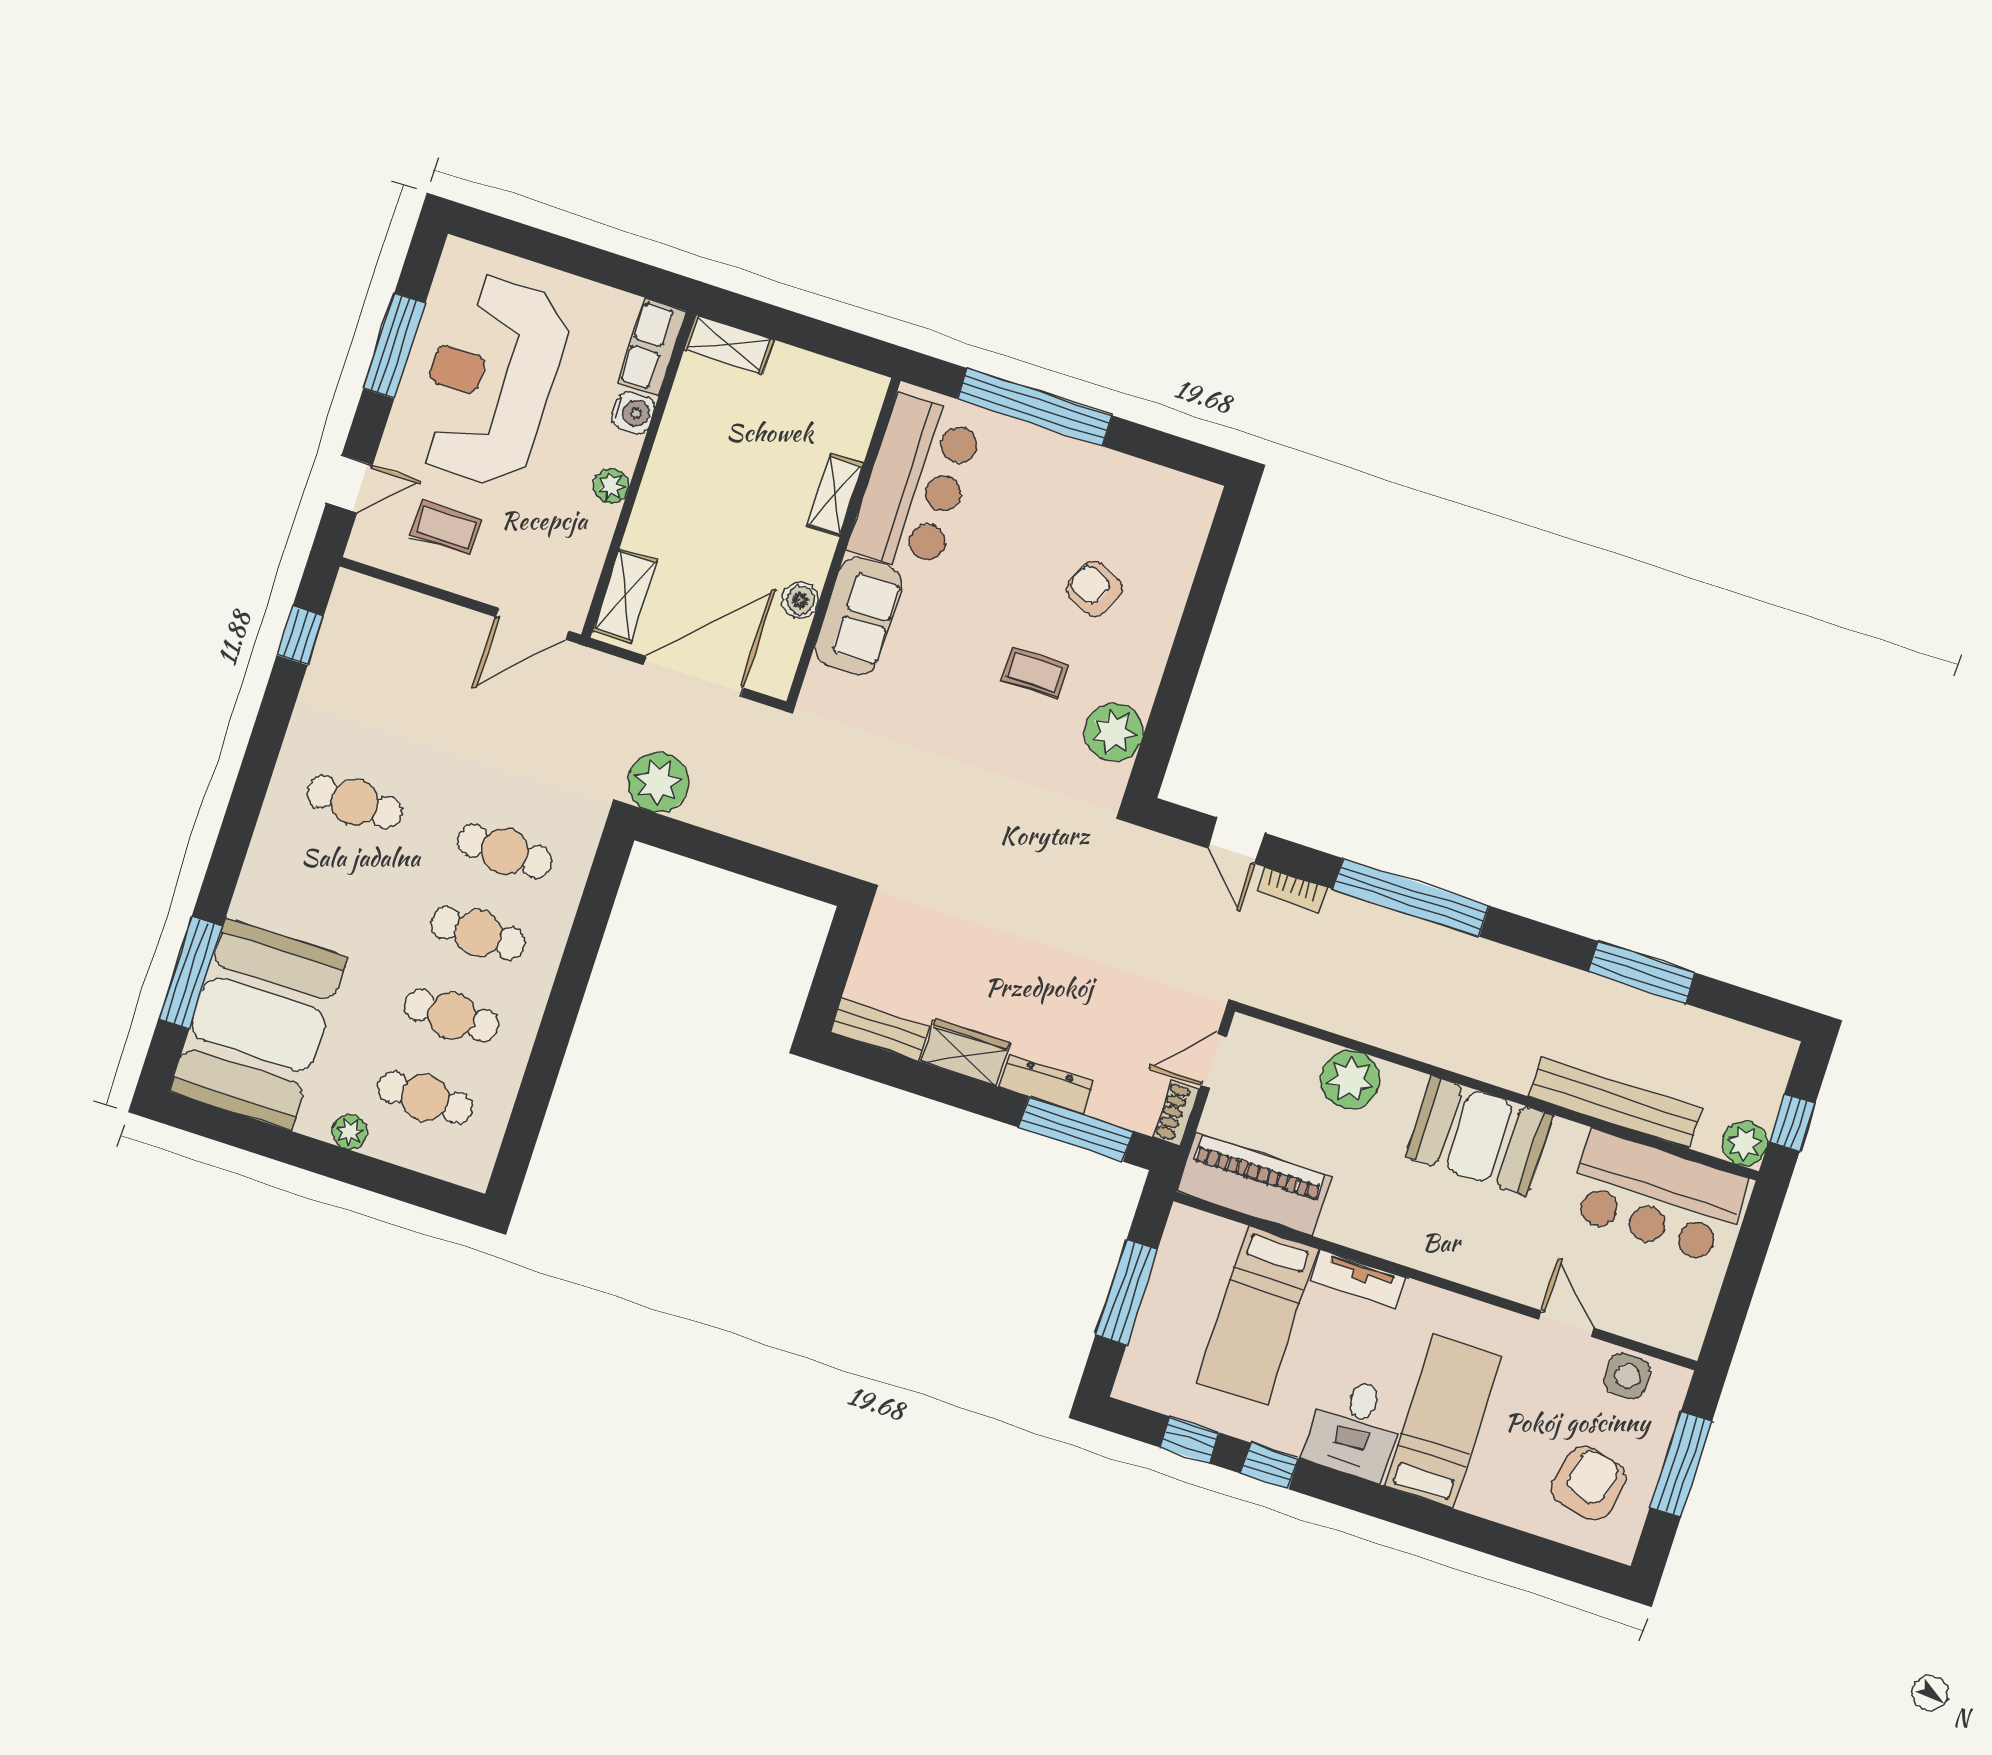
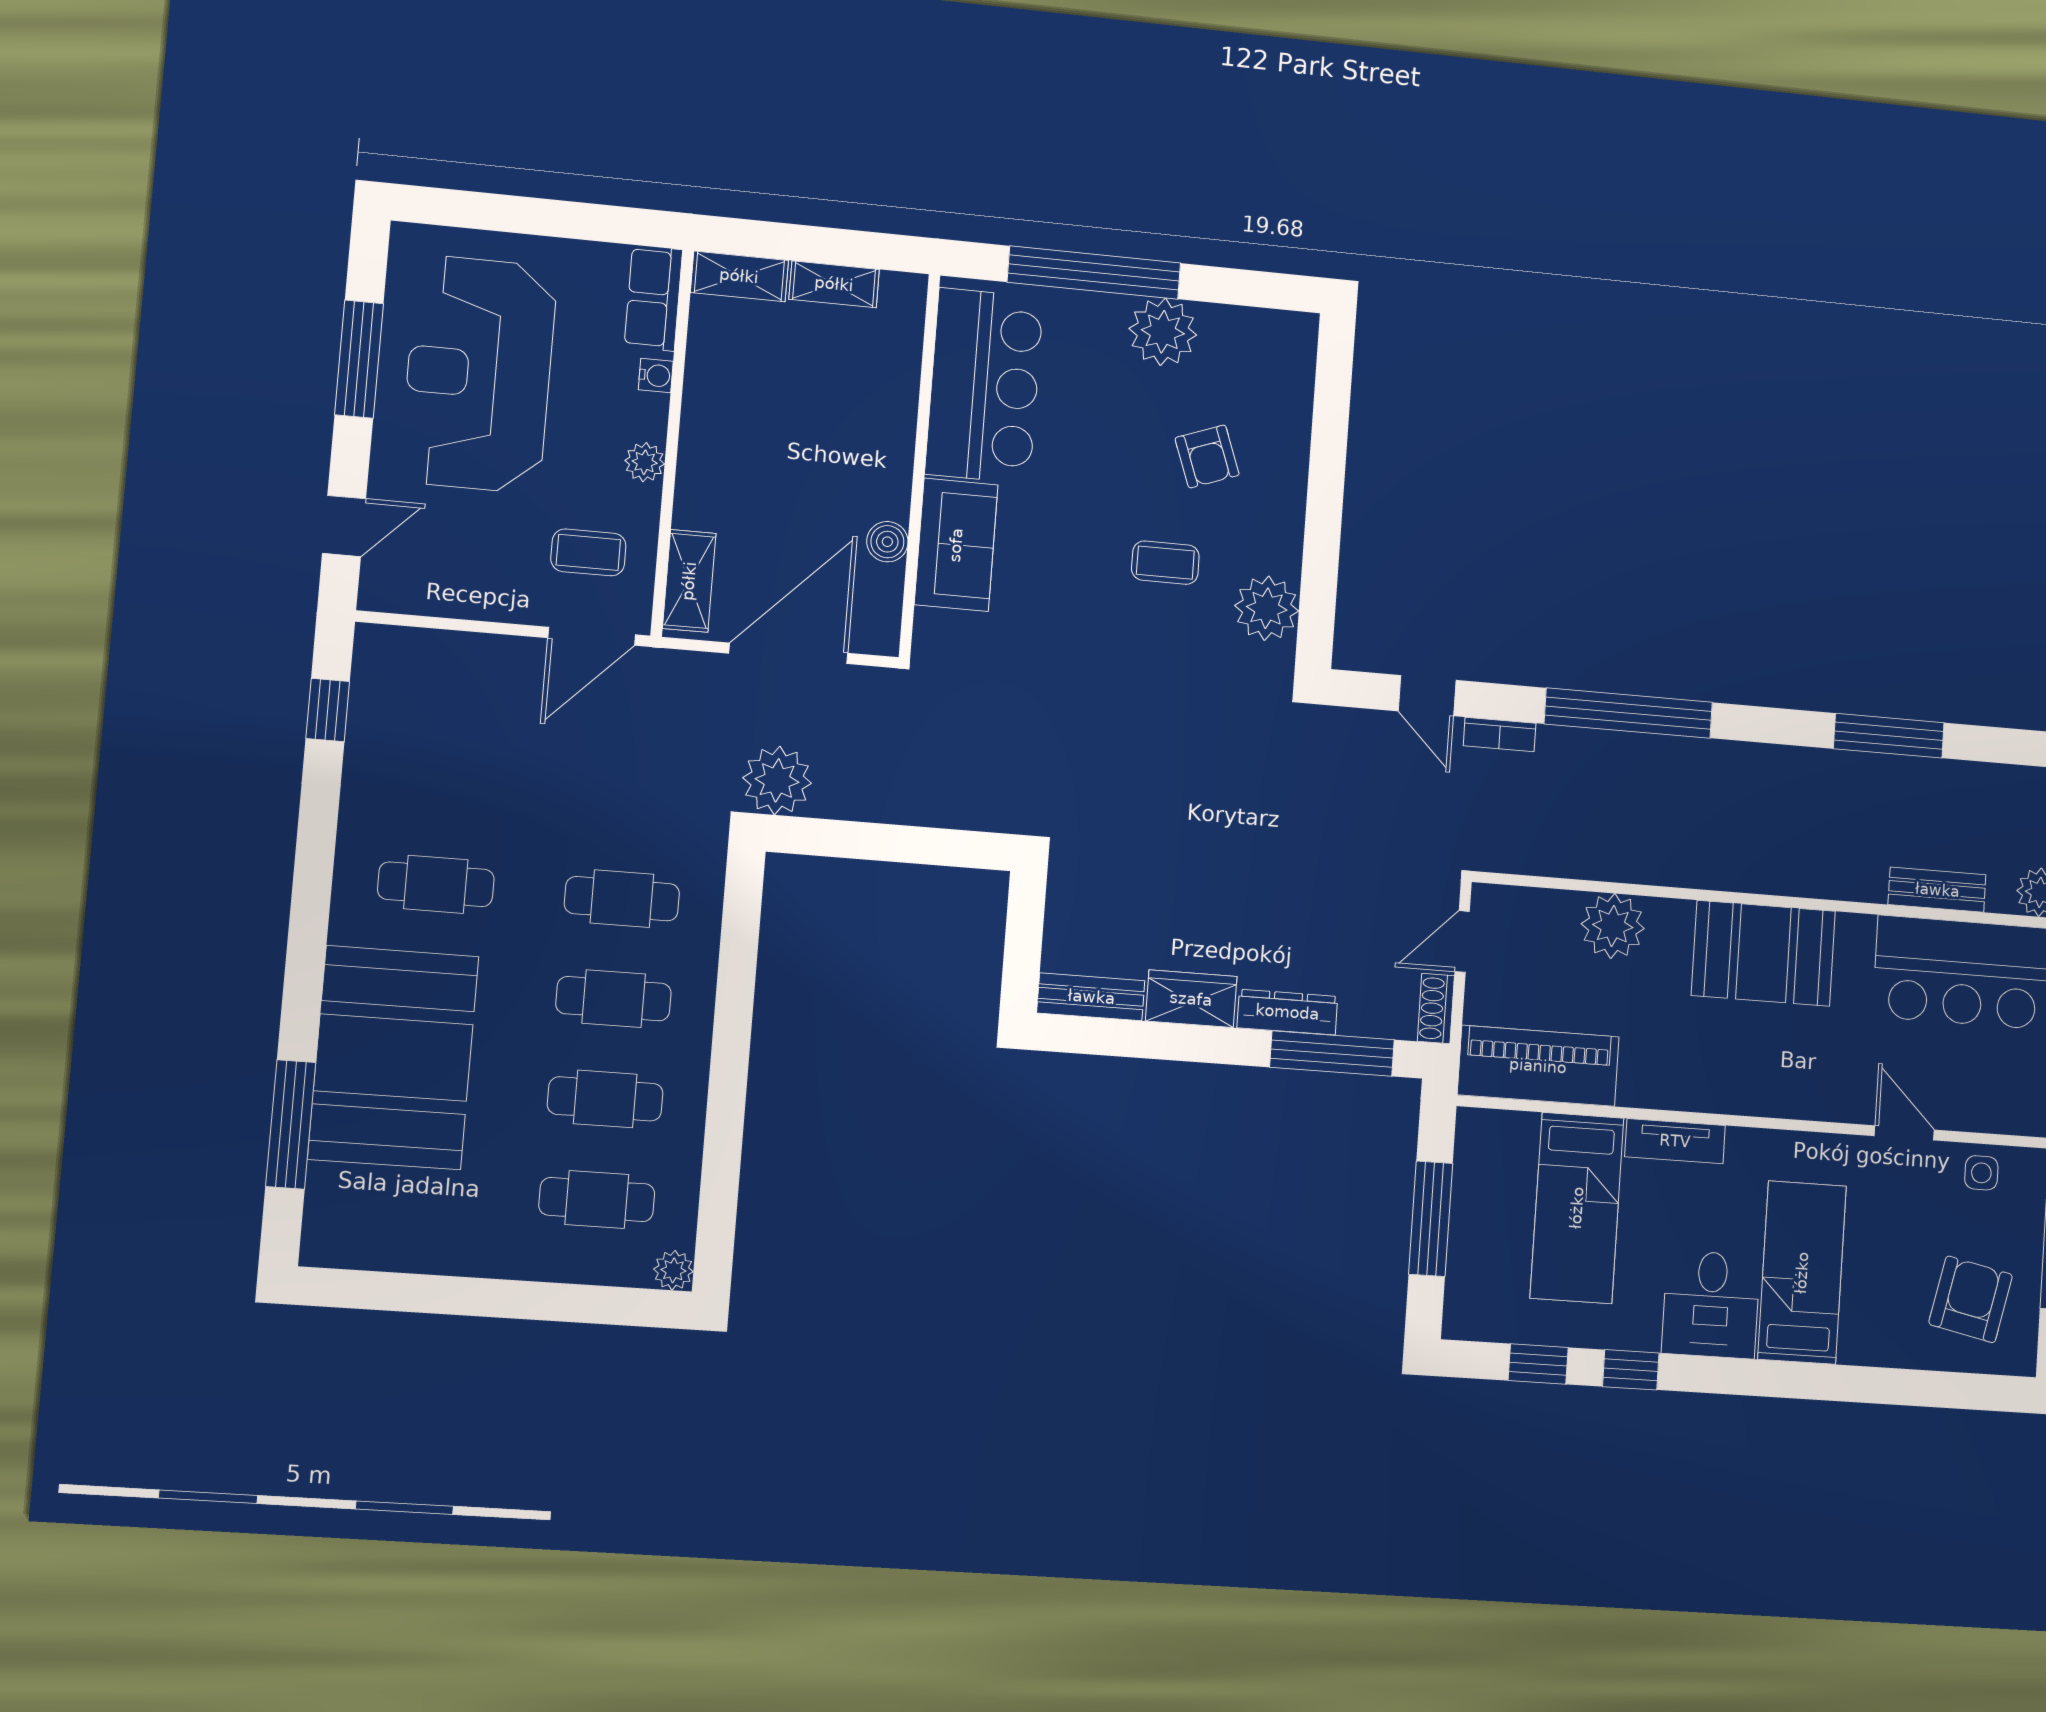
water cooler: (633, 412) -> (656, 375), width x0.72, depth x0.72
plant: (1082, 472) -> (1163, 332), added
shelving: (835, 495) -> (834, 284), moved, turned 90
coffee table: (446, 528) -> (588, 552), moved
armchair: (1094, 589) -> (1207, 456), turned -135
booth: (258, 1024) -> (393, 1058), moved
bench: (1615, 1103) -> (1937, 890), width x0.54, depth x0.82
plant: (350, 1132) -> (673, 1270), moved
side table: (1627, 1376) -> (1981, 1173), width x0.73, depth x0.73

